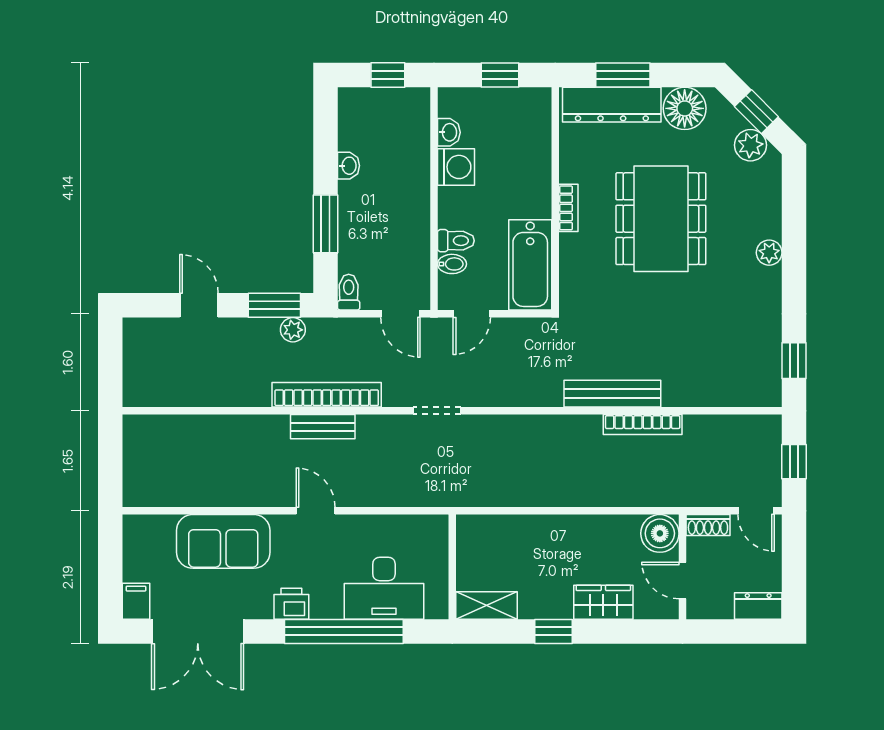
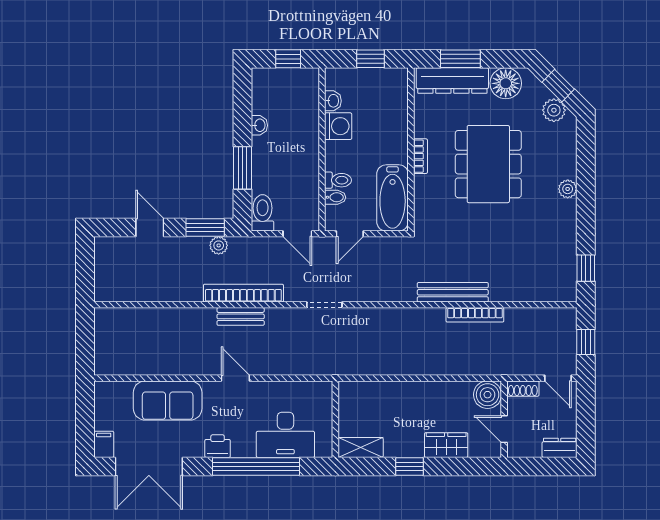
toilet: (349, 292) -> (263, 213), width x1.37, depth x1.39

